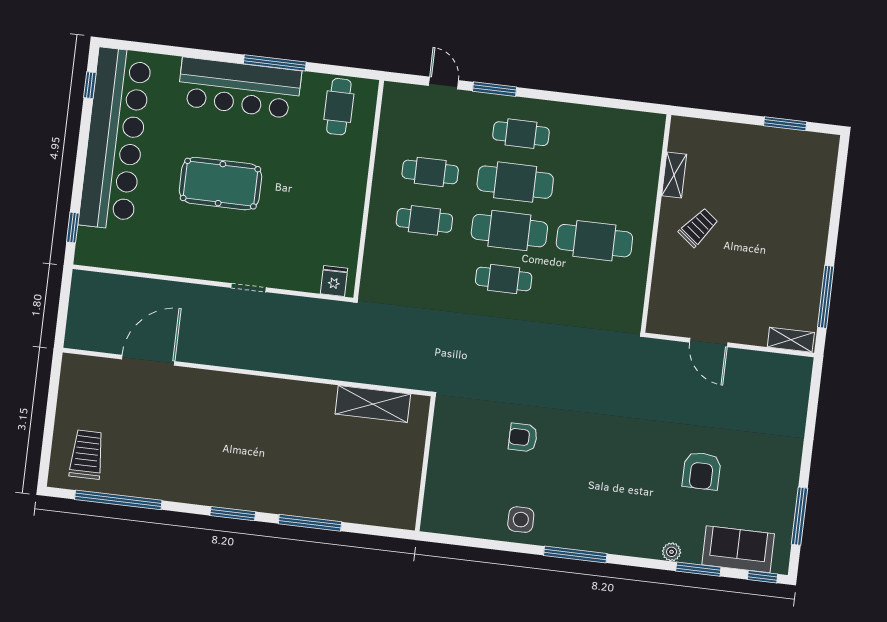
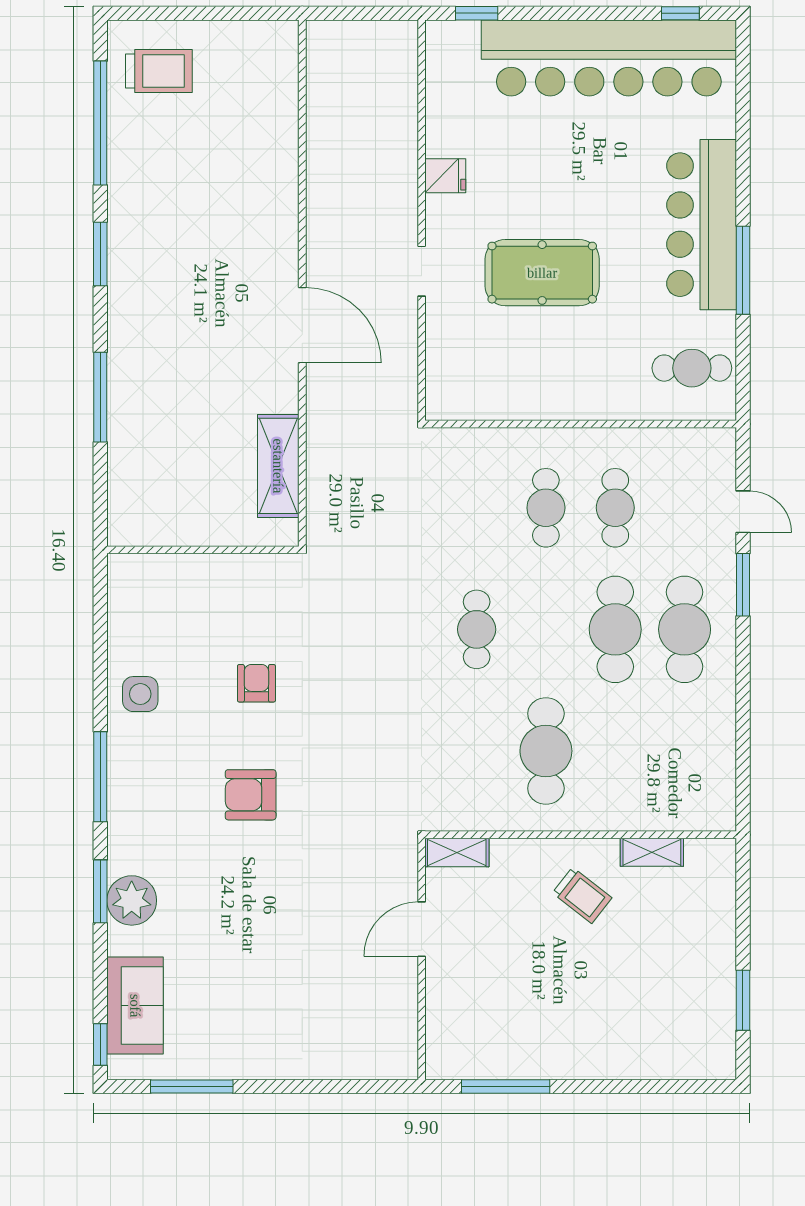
door: (444, 83) -> (743, 512), hinge flipped
cafe table: (521, 134) -> (685, 629), width x1.37, depth x1.35
pool table: (220, 184) -> (542, 273), moved, turned 90
cafe table: (509, 231) -> (546, 629), removed
fridge: (334, 281) -> (445, 176), moved
shelving: (791, 340) -> (457, 852), moved, turned 90
door: (148, 360) -> (302, 325), moved
armchair: (702, 471) -> (251, 795), moved
window: (233, 514) -> (100, 254), moved
plant: (672, 552) -> (132, 900), width x1.88, depth x1.88
window: (698, 569) -> (100, 891), moved

